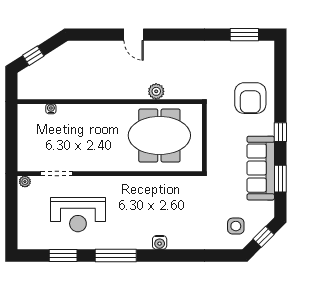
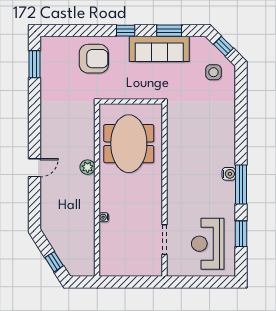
plant: (156, 91) -> (88, 167), moved
water cooler: (51, 109) -> (104, 217), moved
plant: (25, 182) -> (172, 269), removed
reception desk: (78, 215) -> (208, 244), moved, turned 180
water cooler: (160, 242) -> (229, 174), moved

